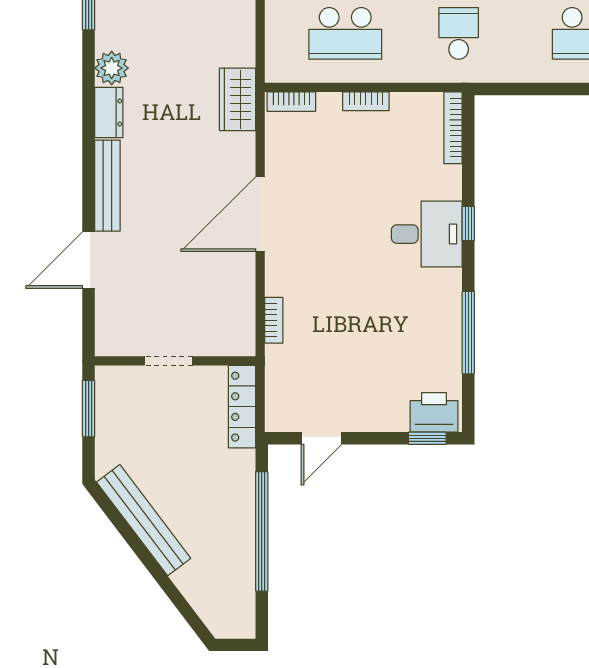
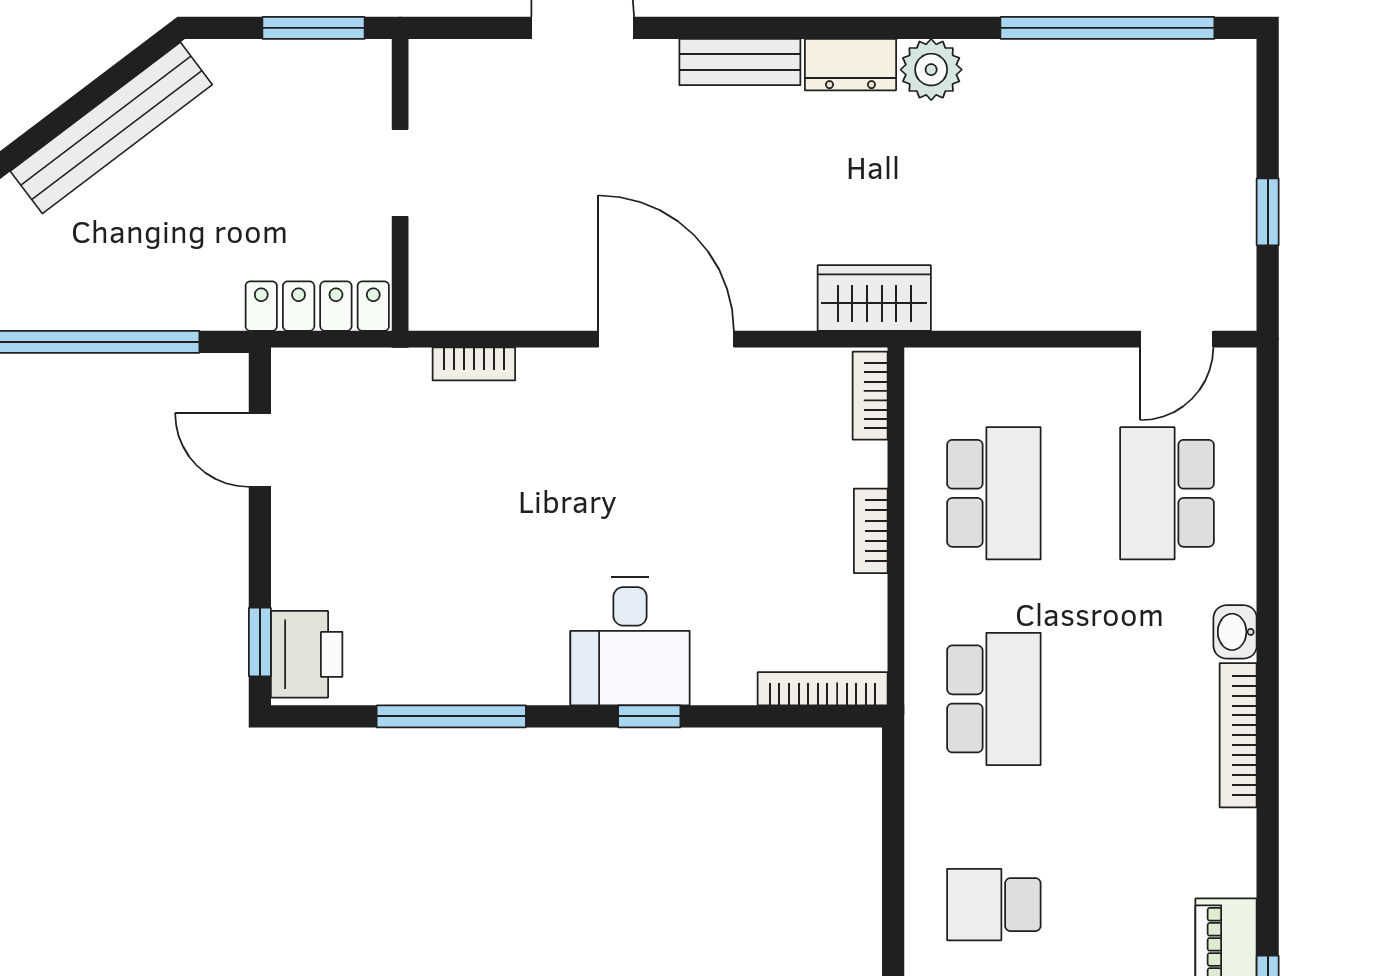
school desk: (345, 33) -> (994, 493), turned 180
school desk: (459, 33) -> (994, 699), width x1.85
bench: (107, 186) -> (740, 62), width x0.73

